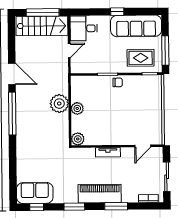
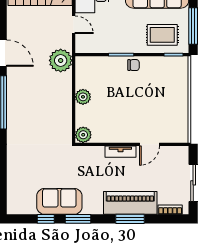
door: (69, 51) -> (74, 25), hinge flipped
plant: (59, 104) -> (61, 60), moved
door: (143, 146) -> (150, 144), moved
sofa: (35, 193) -> (59, 201), moved
piano: (100, 194) -> (130, 203), moved
window: (37, 207) -> (46, 219), moved

